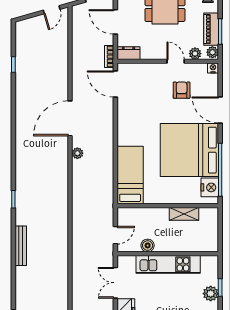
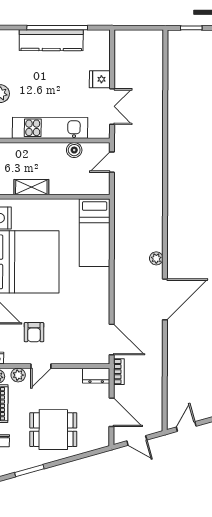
door: (176, 61) -> (41, 366), hinge flipped

